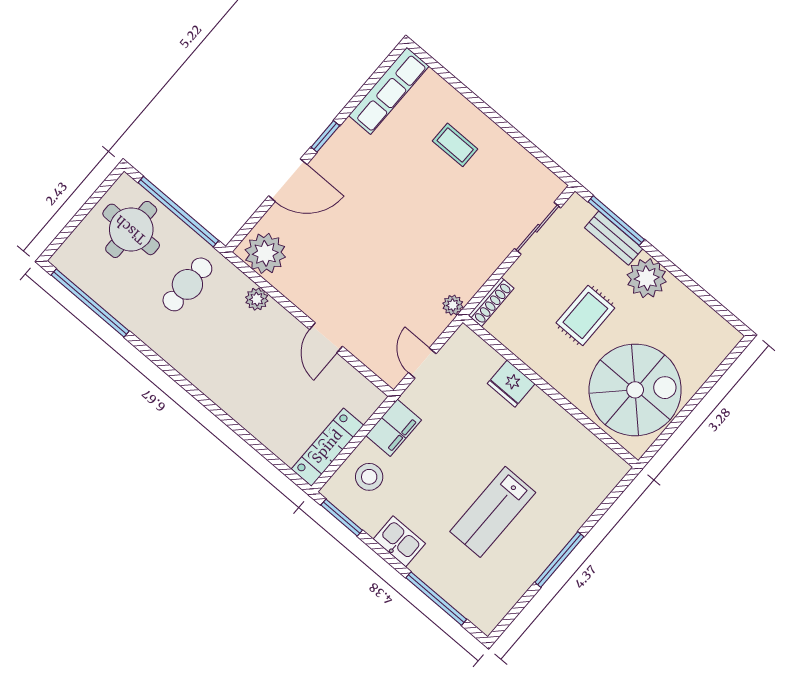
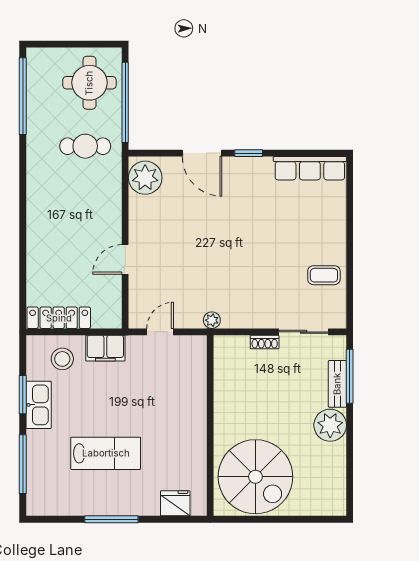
coffee table: (455, 145) -> (324, 275), moved, turned 90
plant: (257, 299) -> (113, 196), removed
shoe rack: (491, 302) -> (265, 342), moved, width x0.70
rug: (585, 315) -> (275, 407), removed
fridge: (511, 384) -> (175, 503), moved, turned 90
lab bench: (493, 512) -> (106, 453), turned 180
window: (342, 518) -> (23, 395), moved
kitchen sink: (399, 541) -> (39, 405), width x1.38

